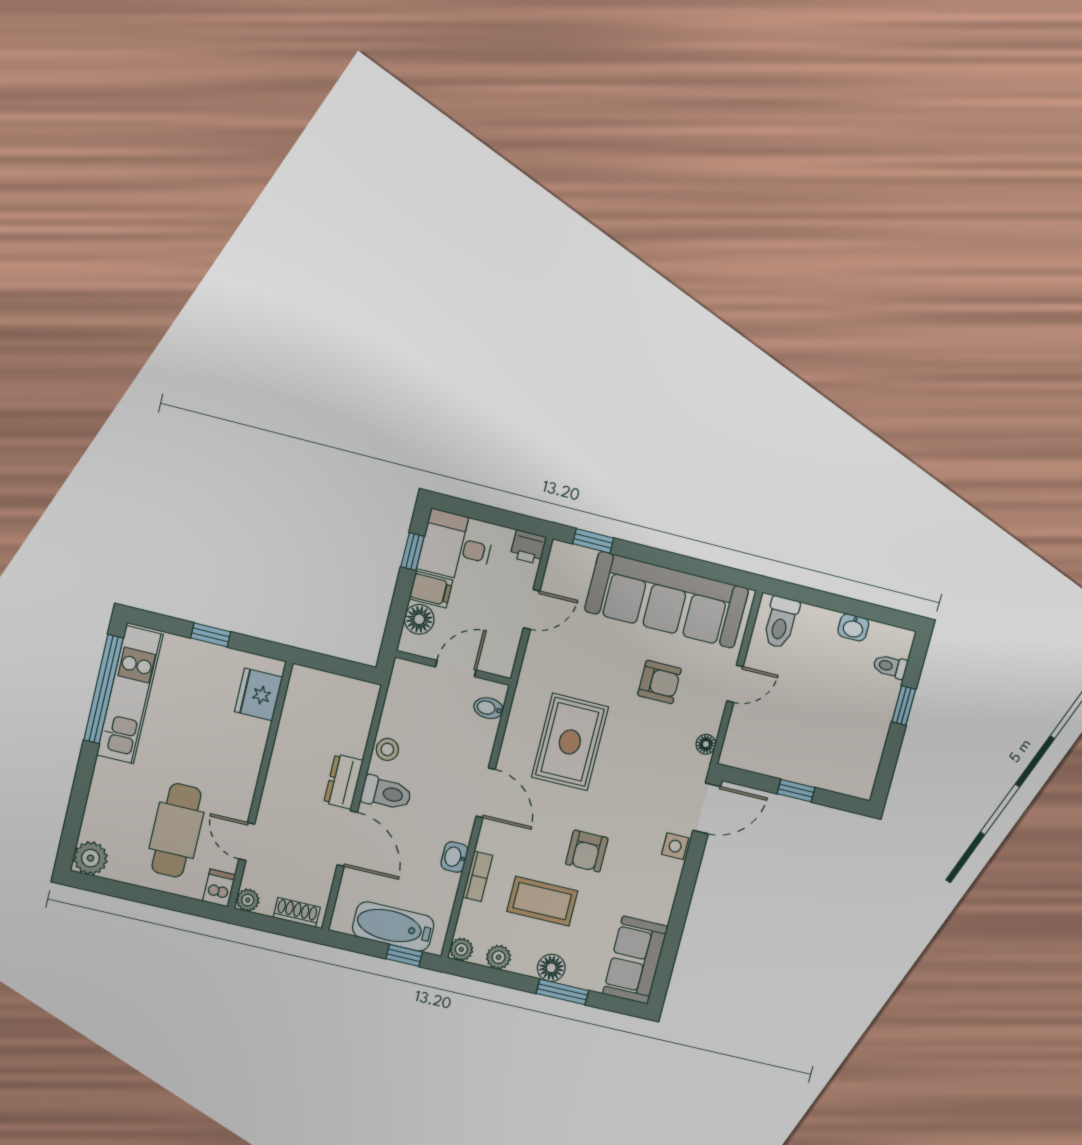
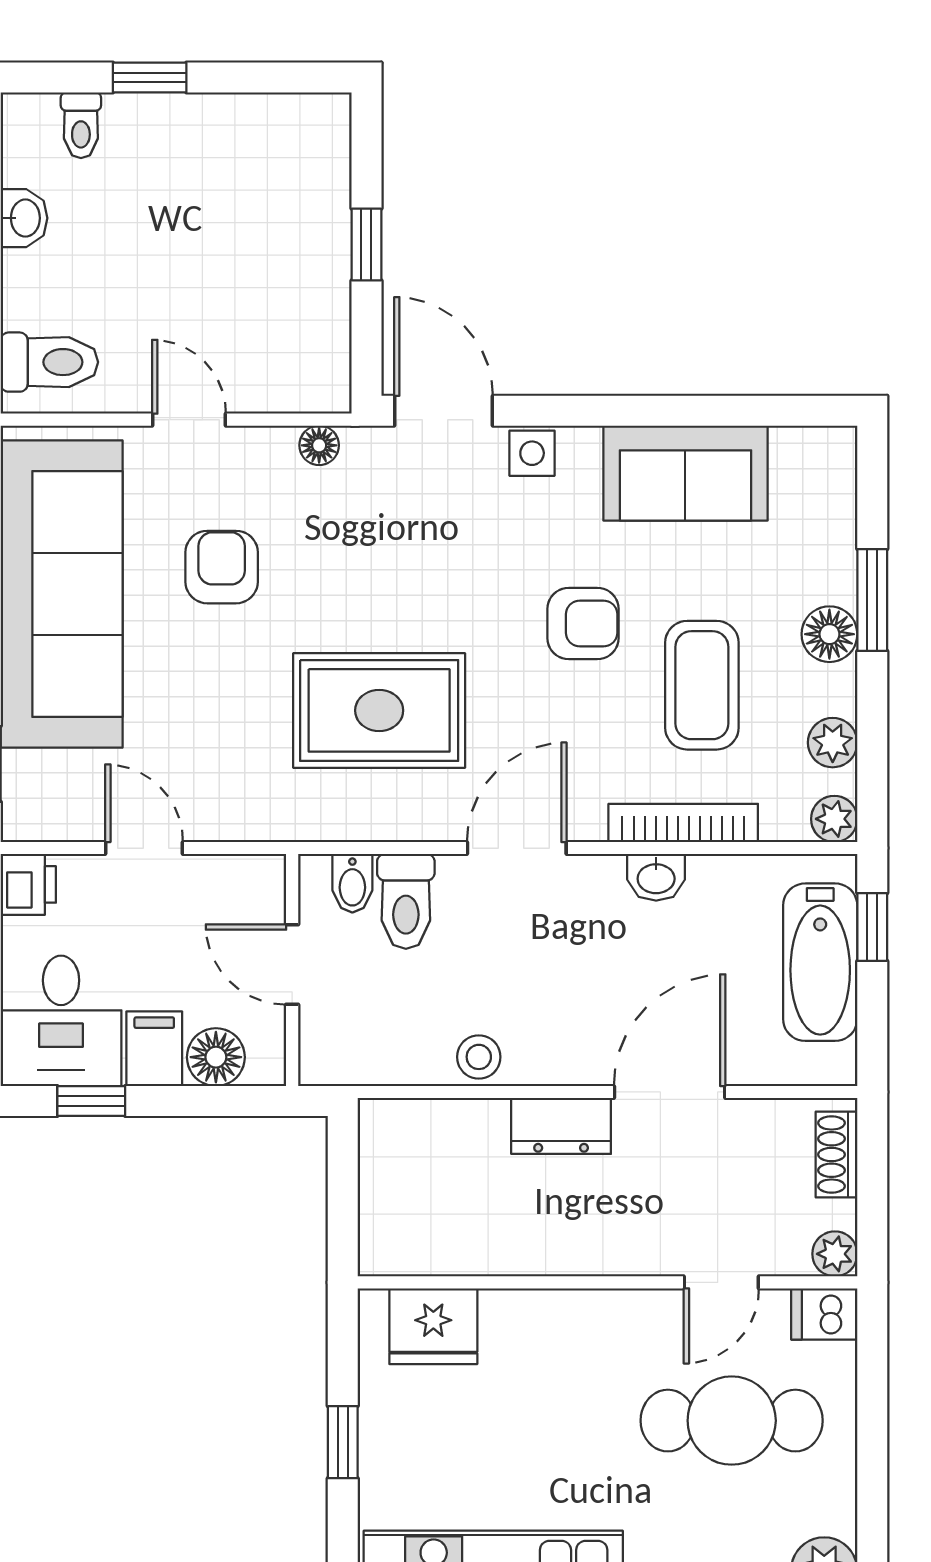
toilet: (386, 793) -> (406, 901), moved, turned 180
bookcase: (478, 876) -> (683, 823), width x1.56
sofa: (635, 960) -> (685, 473), moved

